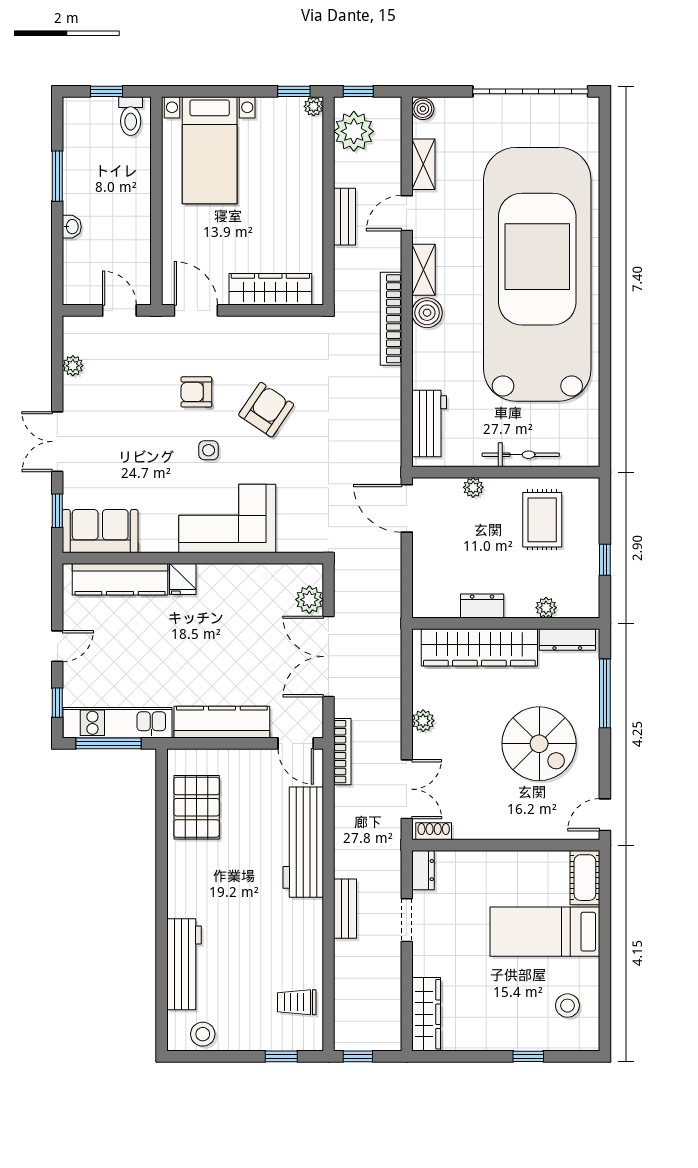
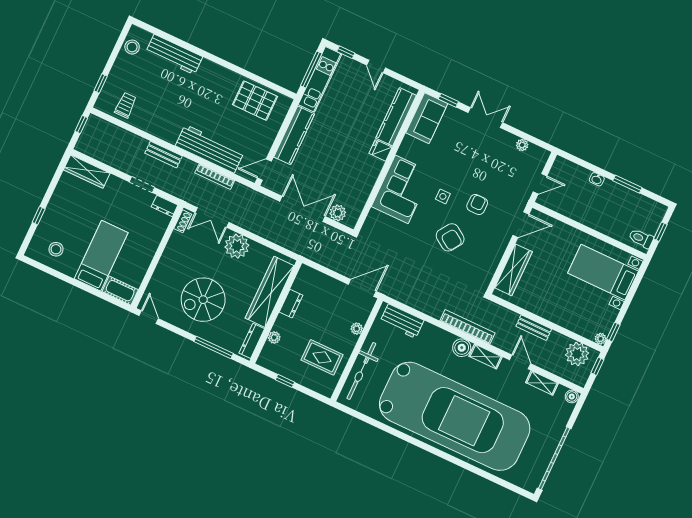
bicycle: (521, 455) -> (361, 371), width x1.37, depth x1.40
plant: (423, 721) -> (237, 246), width x1.88, depth x1.88
bookcase: (342, 752) -> (215, 177), moved

